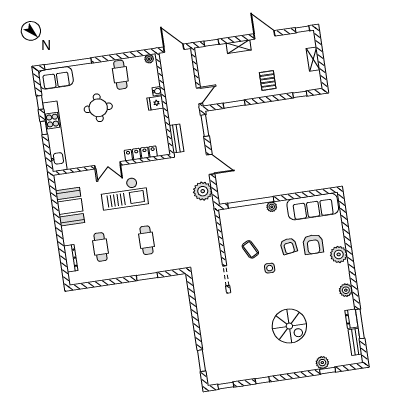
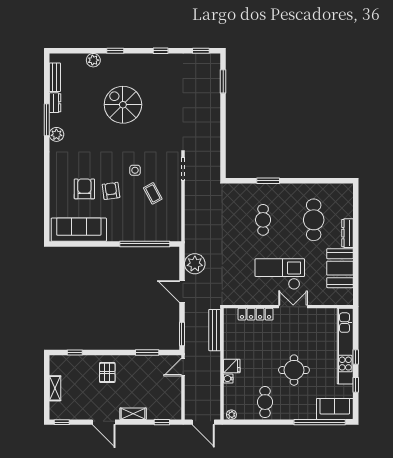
bench: (176, 139) -> (215, 330), width x1.36
plant: (272, 207) -> (123, 236), removed
cafe table: (100, 247) -> (314, 220), width x1.37, depth x1.35
plant: (339, 254) -> (58, 174), removed
dresser: (71, 258) -> (347, 233), moved
window: (360, 324) -> (47, 120), moved
window: (328, 371) -> (115, 51), moved

